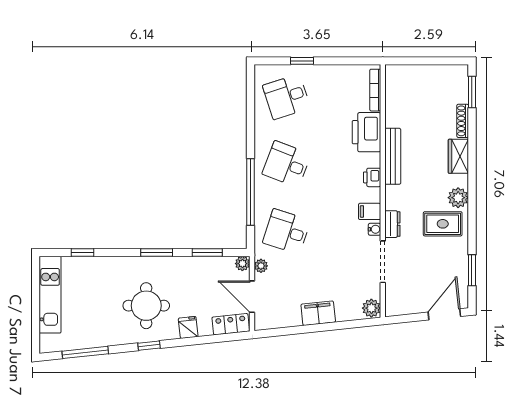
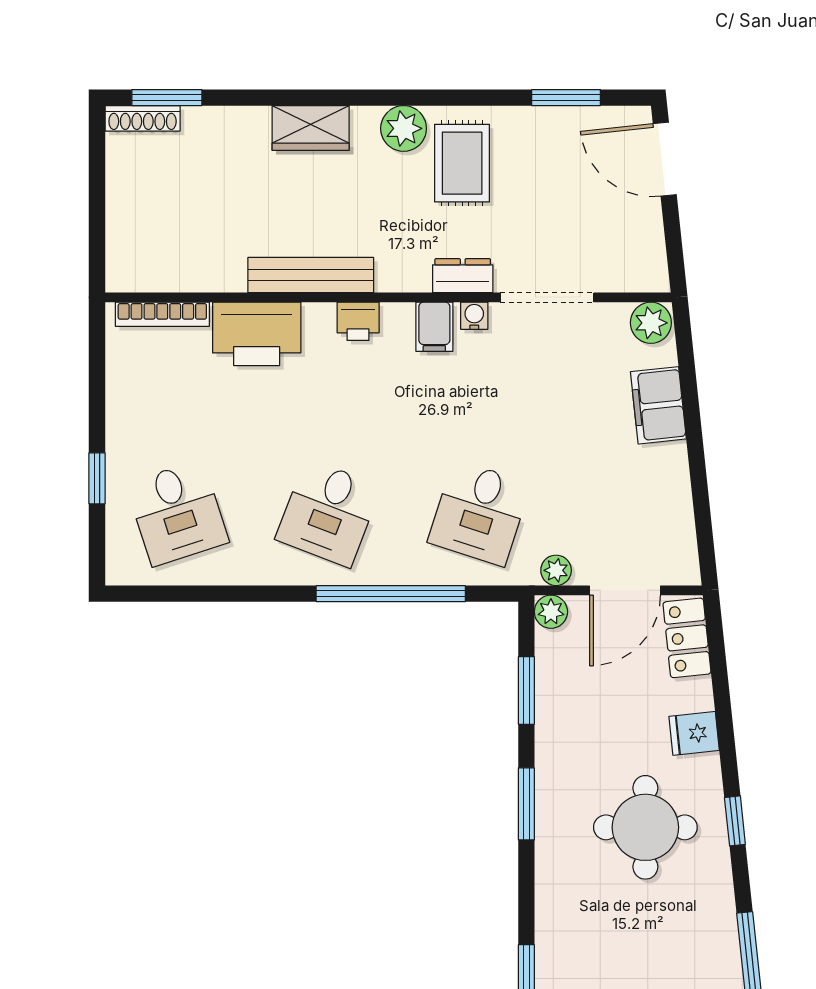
shoe rack: (463, 121) -> (143, 118), moved
filing cabinet: (318, 313) -> (658, 405), moved

